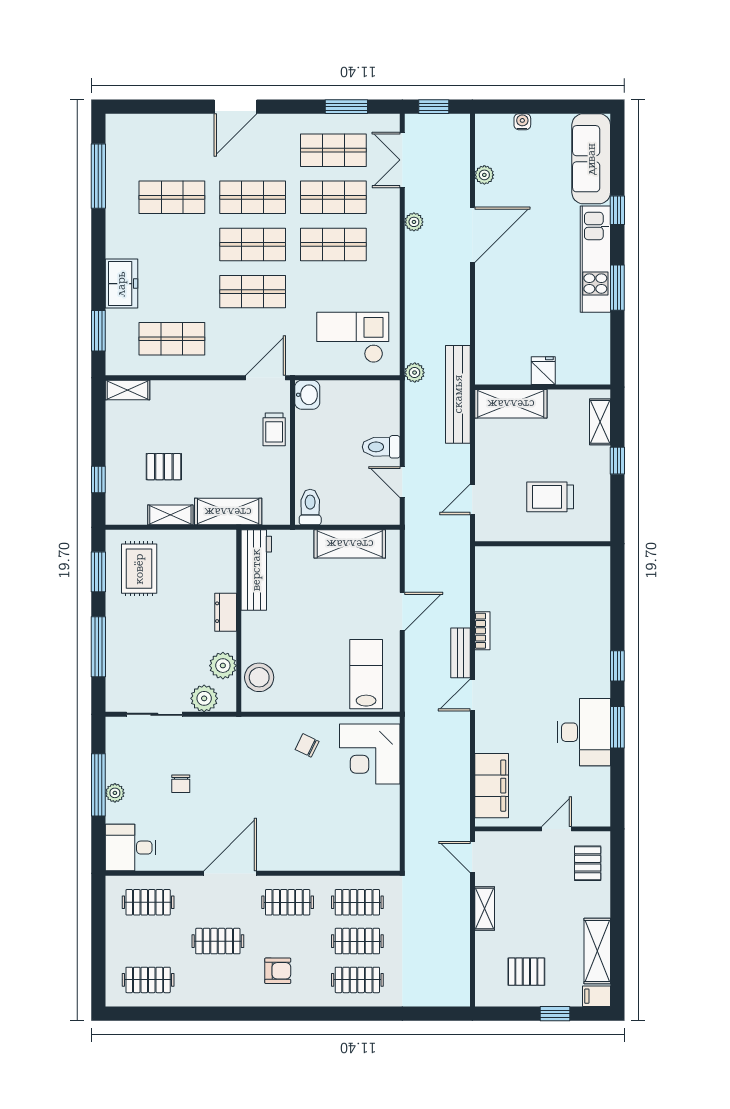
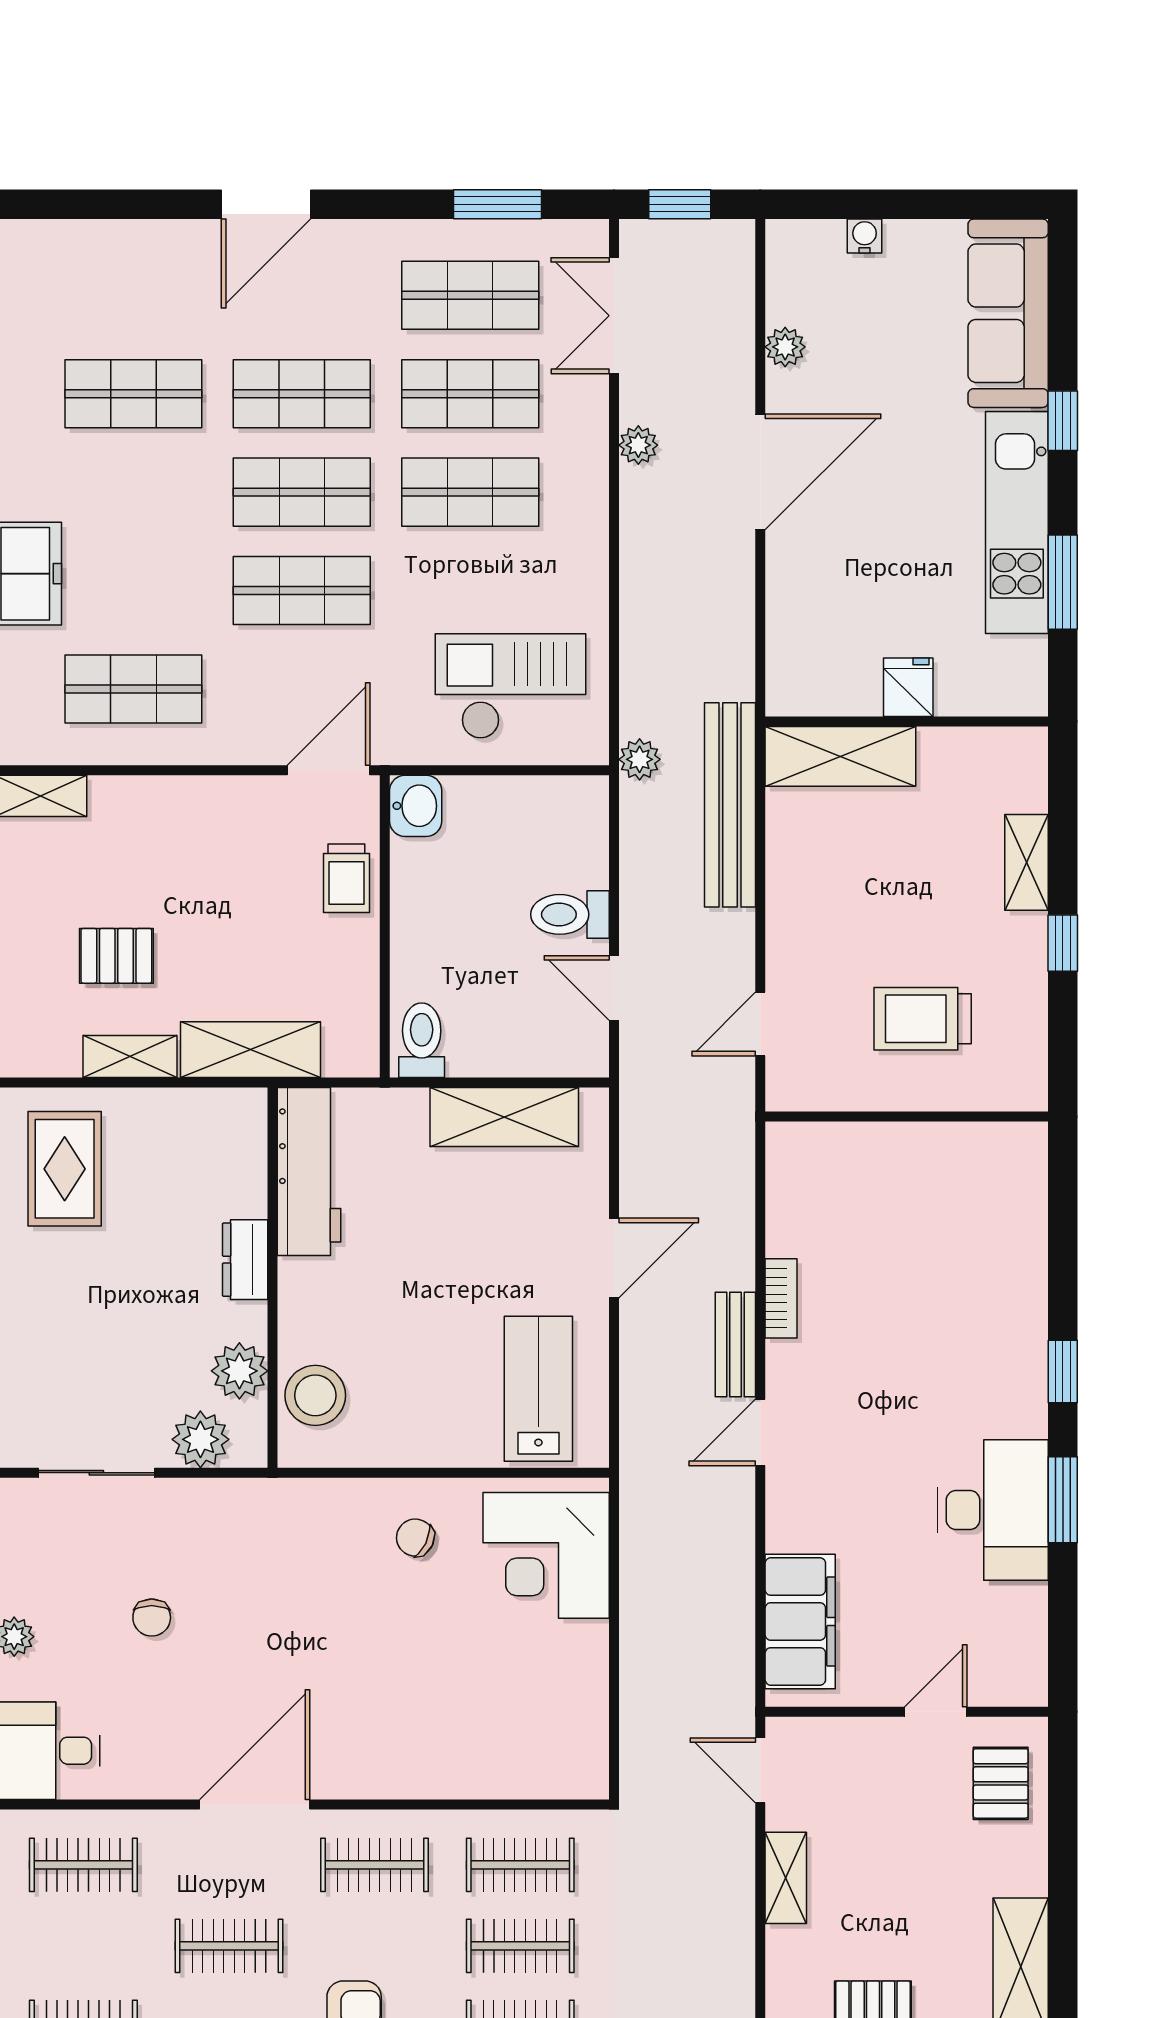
fridge: (543, 371) -> (908, 687), moved
wall: (543, 387) -> (907, 721), moved
shelving: (511, 404) -> (840, 756), moved

